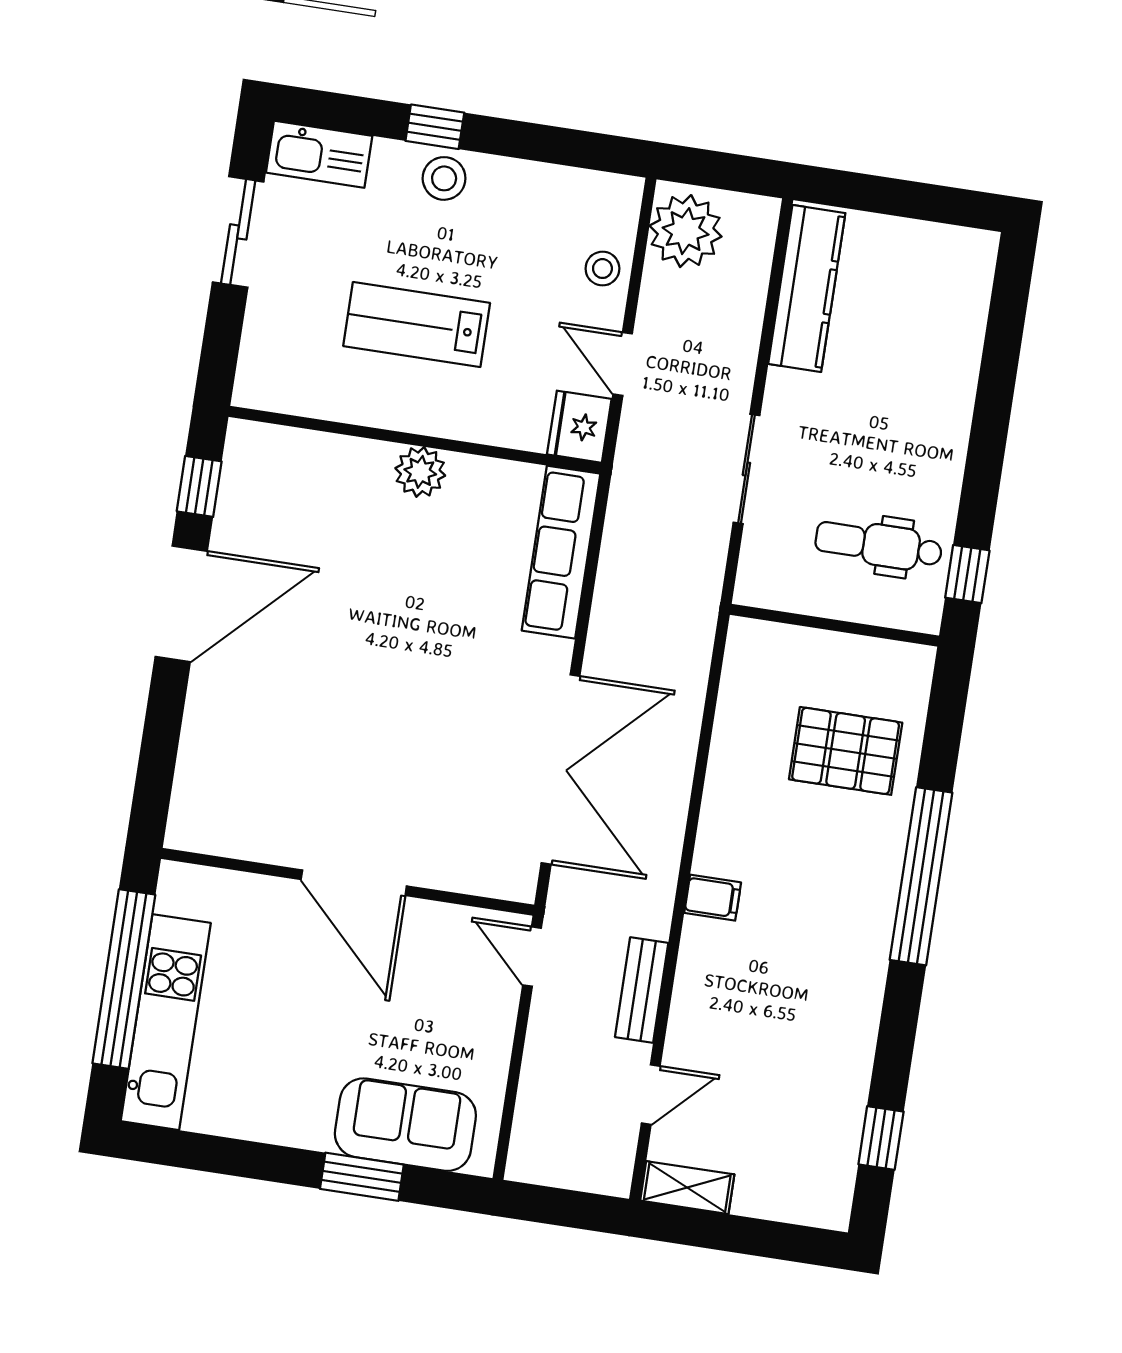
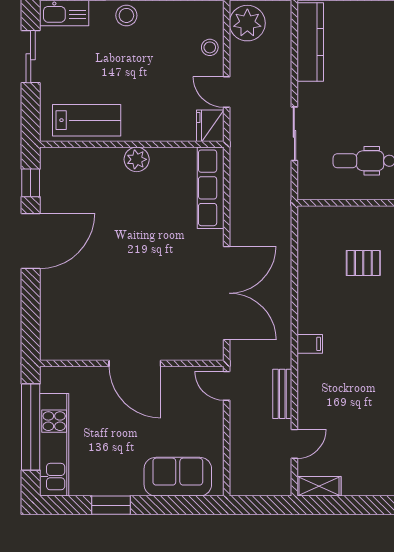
lab bench: (417, 324) -> (87, 120), moved, turned 180
pallet: (846, 751) -> (363, 263), width x0.67, depth x0.71
window: (362, 1177) -> (111, 505), moved

